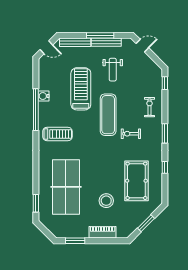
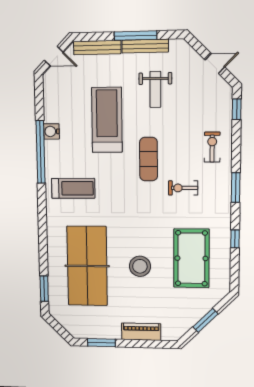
door: (142, 46) -> (215, 64), moved
exercise mat: (108, 115) -> (149, 159), width x0.73, depth x0.69
stool: (106, 201) -> (140, 266), moved

